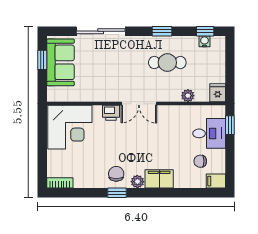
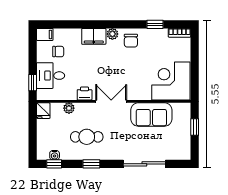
window: (42, 60) -> (195, 127), moved
sofa: (61, 62) -> (151, 115), moved, turned -90
printer: (111, 113) -> (85, 93), moved
window: (117, 193) -> (155, 24), moved

